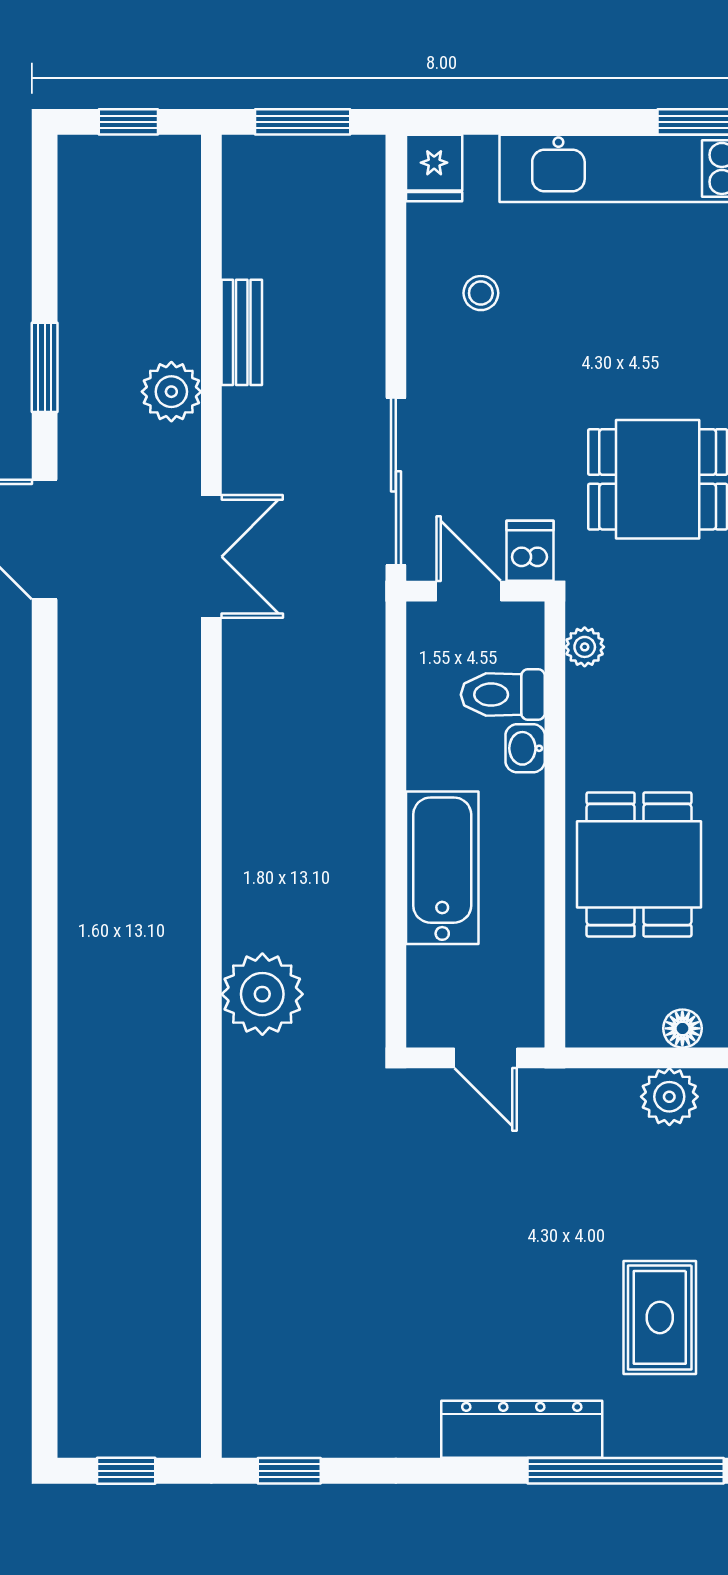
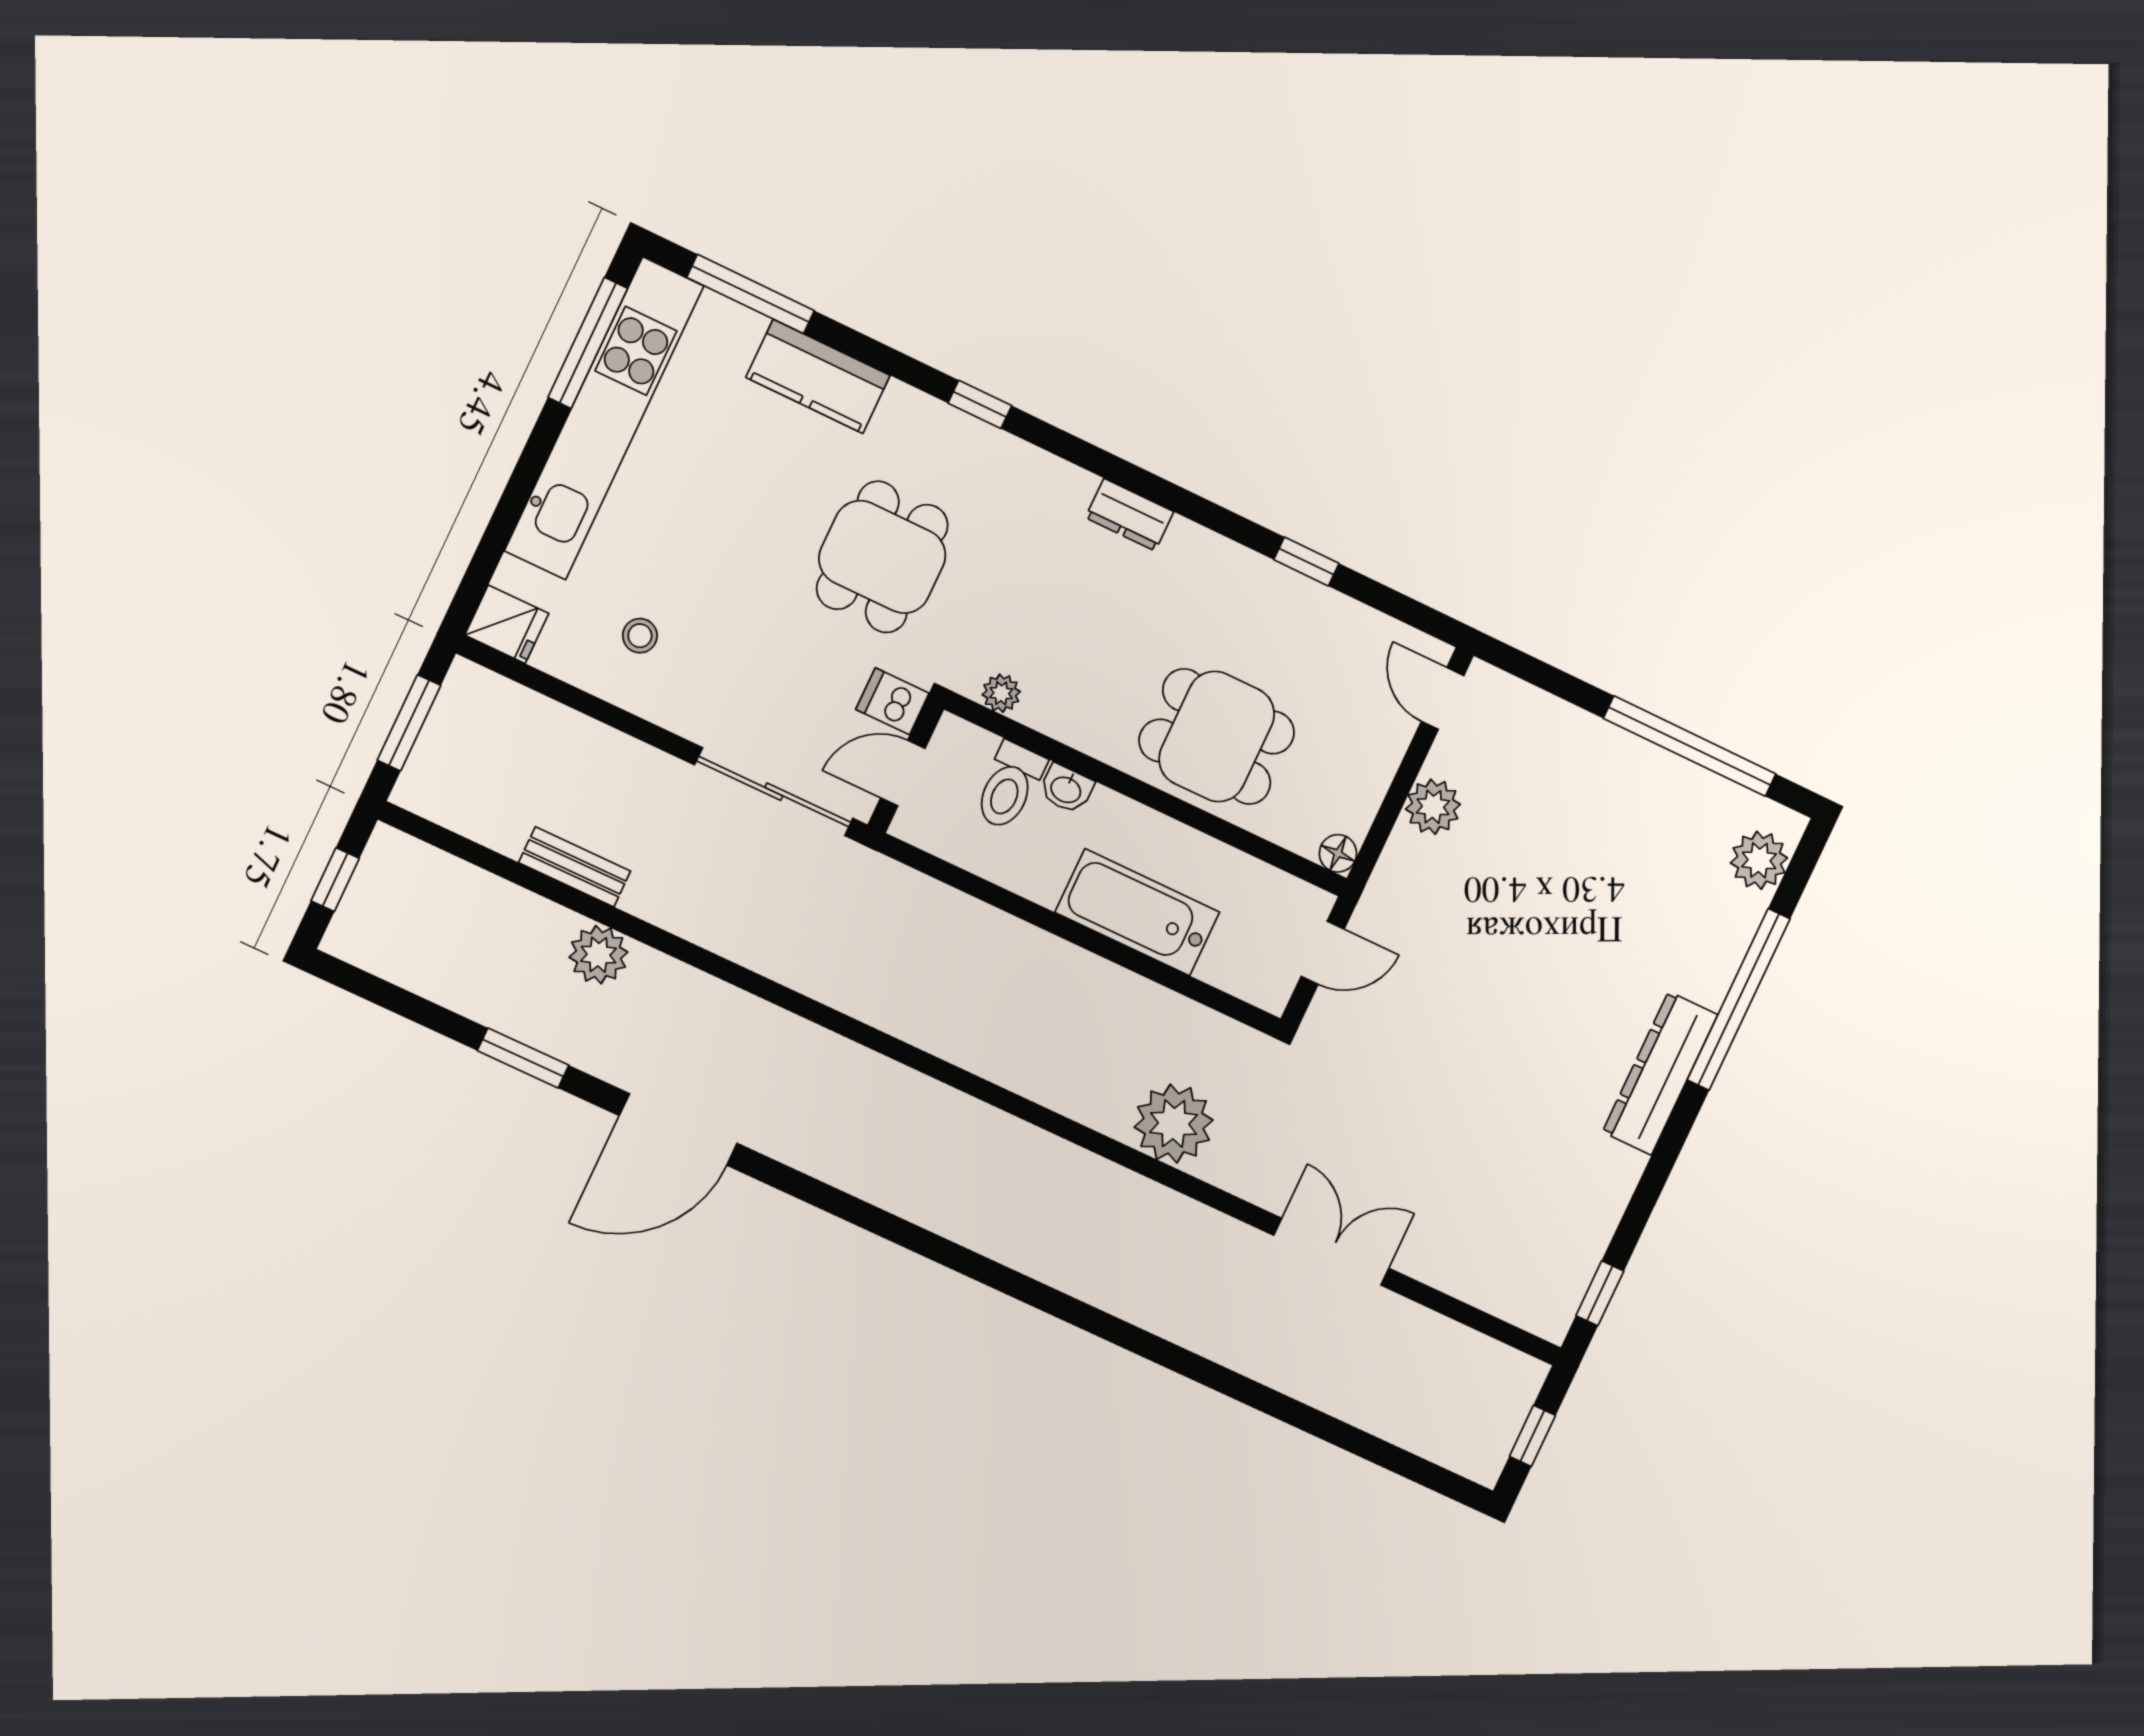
double door: (211, 557) -> (1331, 1252), moved
floor lamp: (682, 1028) -> (1338, 853), moved
rug: (660, 1317) -> (1621, 907), removed

